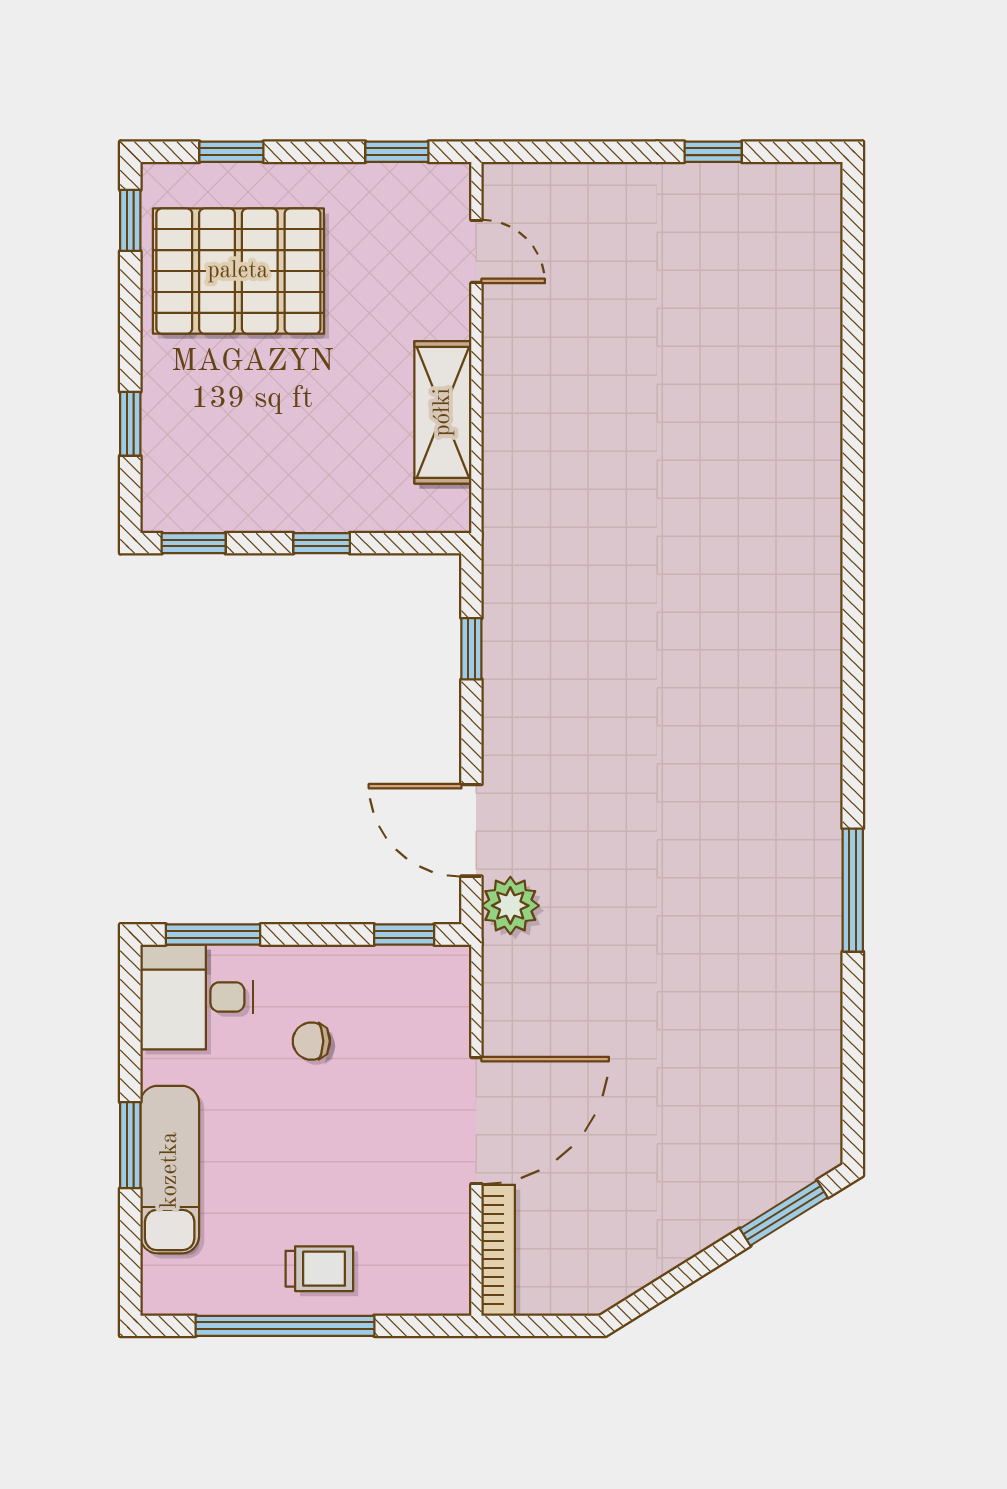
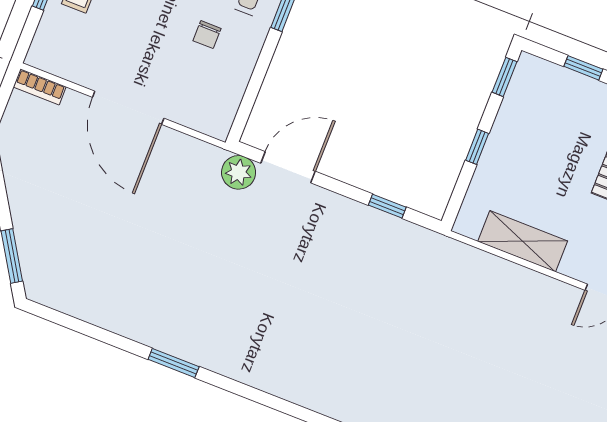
window: (853, 890) -> (174, 363), width x0.69
window: (404, 934) -> (245, 108), removed
chair: (311, 1041) -> (207, 35), turned 180
bookcase: (498, 1250) -> (40, 87), width x0.64

